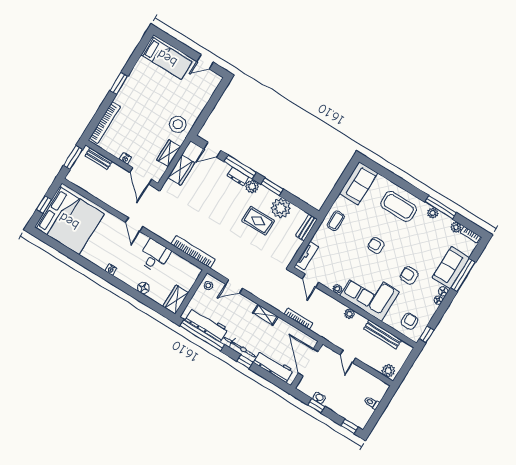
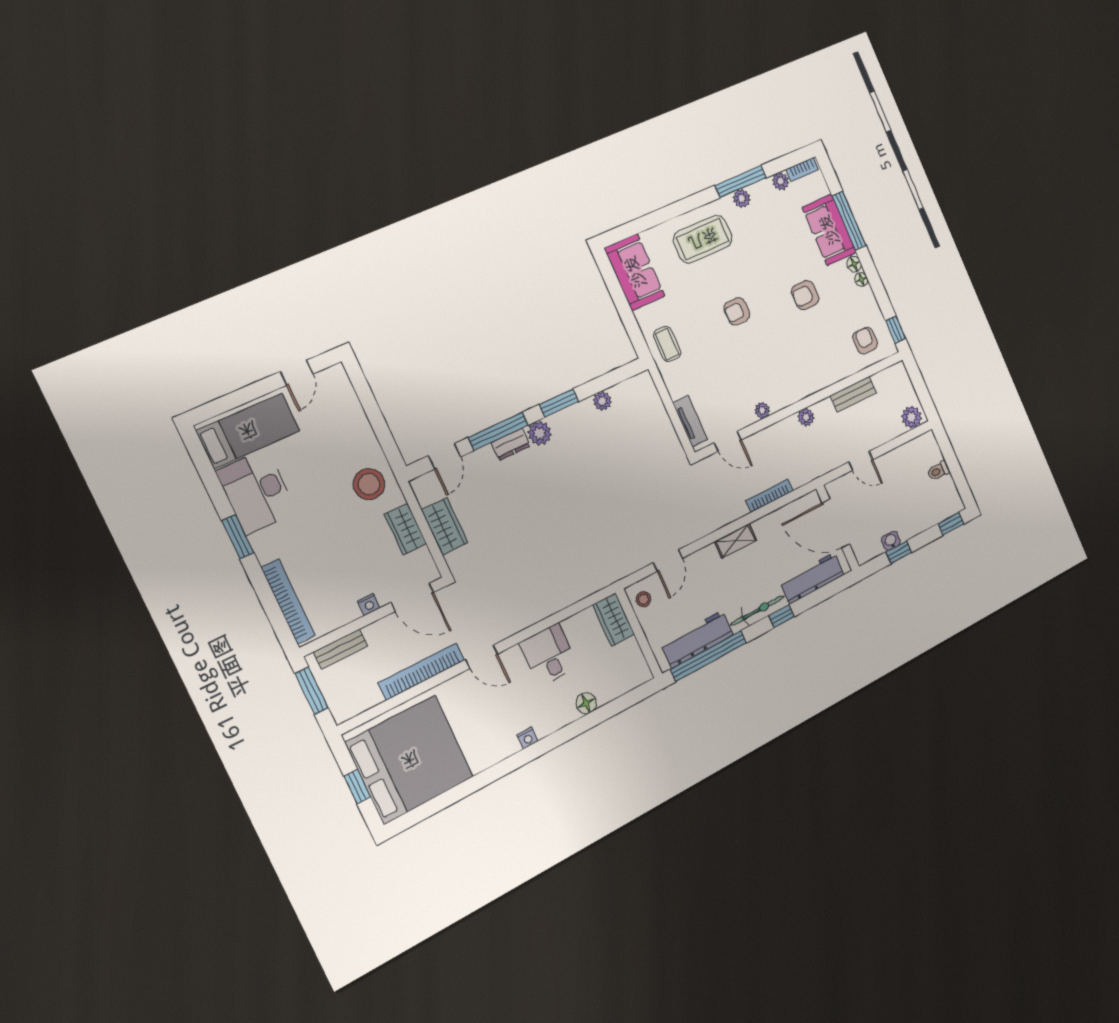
desk: (143, 79) -> (256, 492), added
plant: (281, 208) -> (602, 401), width x0.53, depth x0.53
rug: (258, 221) -> (596, 459), removed
bench: (307, 228) -> (650, 394), removed
bookcase: (193, 252) -> (422, 671), moved
corner sofa: (370, 294) -> (796, 369), removed
wardrobe: (176, 300) -> (614, 620), moved
bench: (383, 334) -> (853, 394), width x0.73

